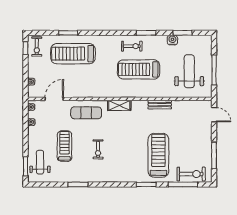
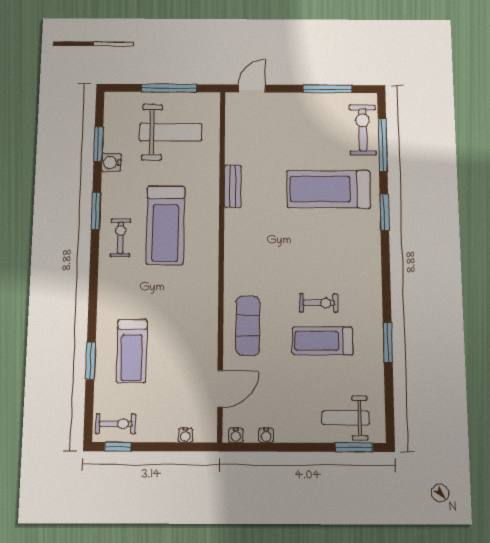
treadmill: (73, 54) -> (132, 351), width x0.73, depth x0.73
weight bench: (189, 71) -> (171, 132), turned 180
door: (54, 99) -> (220, 389), swing flipped
shelving: (119, 105) -> (234, 262), removed
treadmill: (65, 146) -> (323, 341), moved

